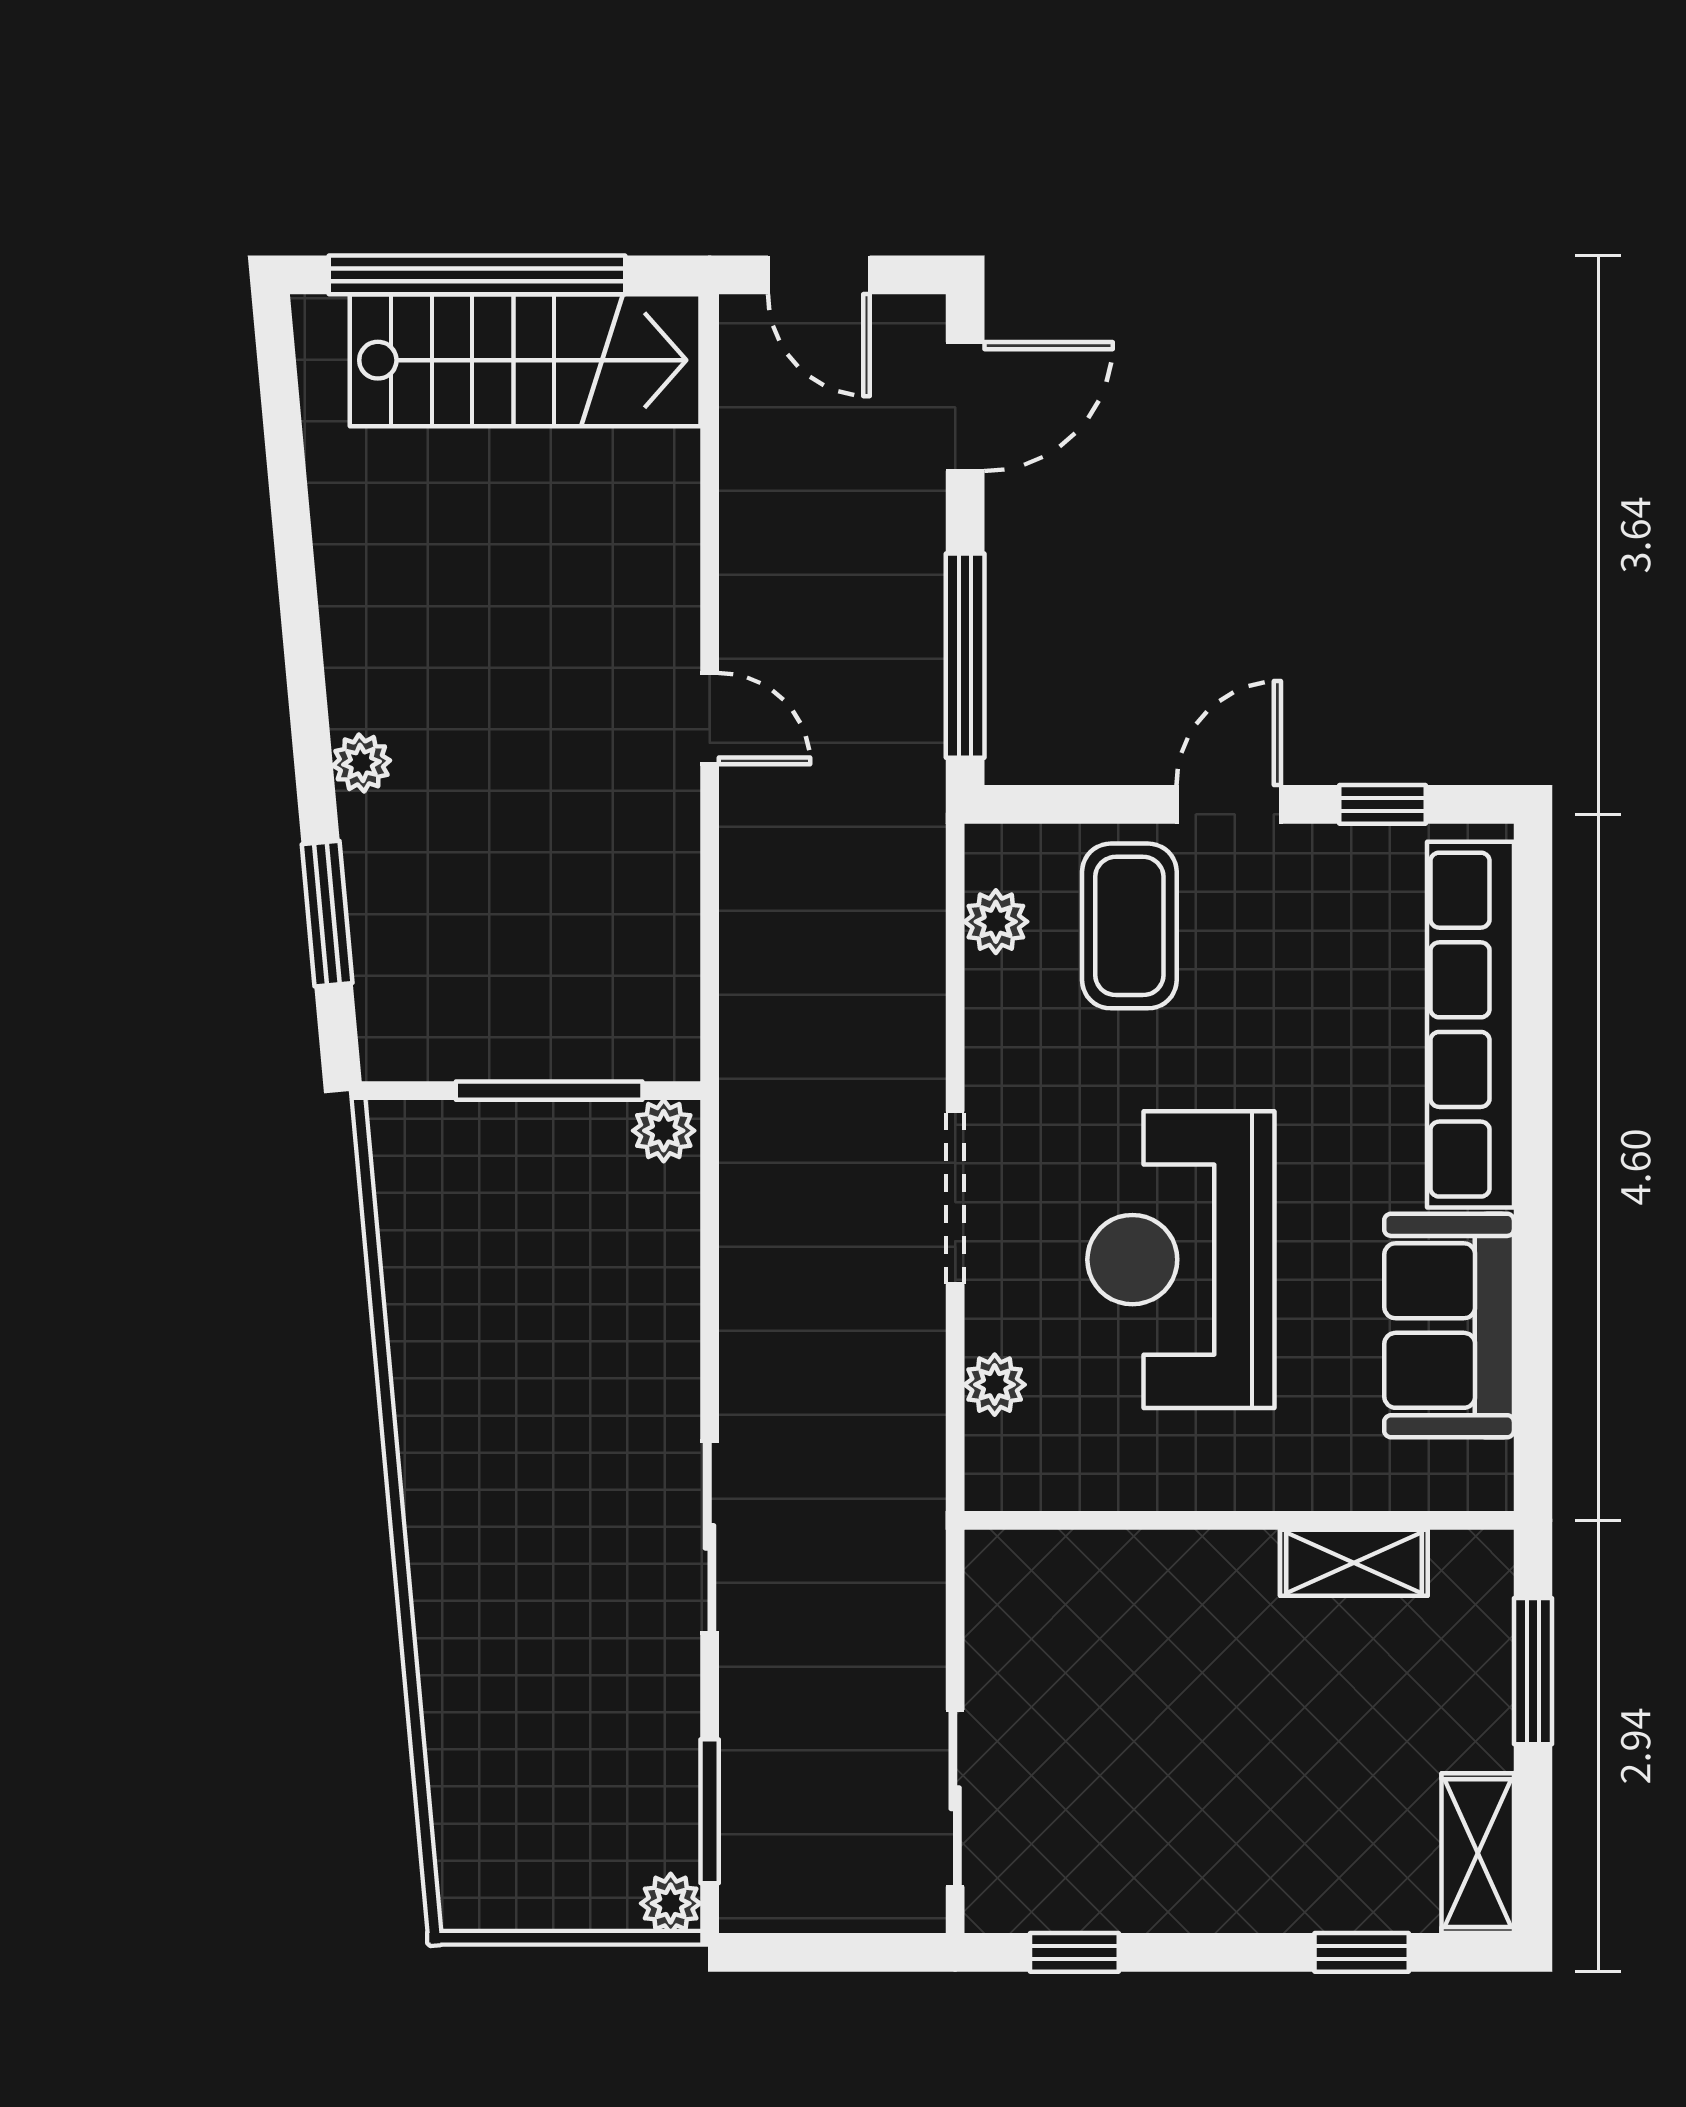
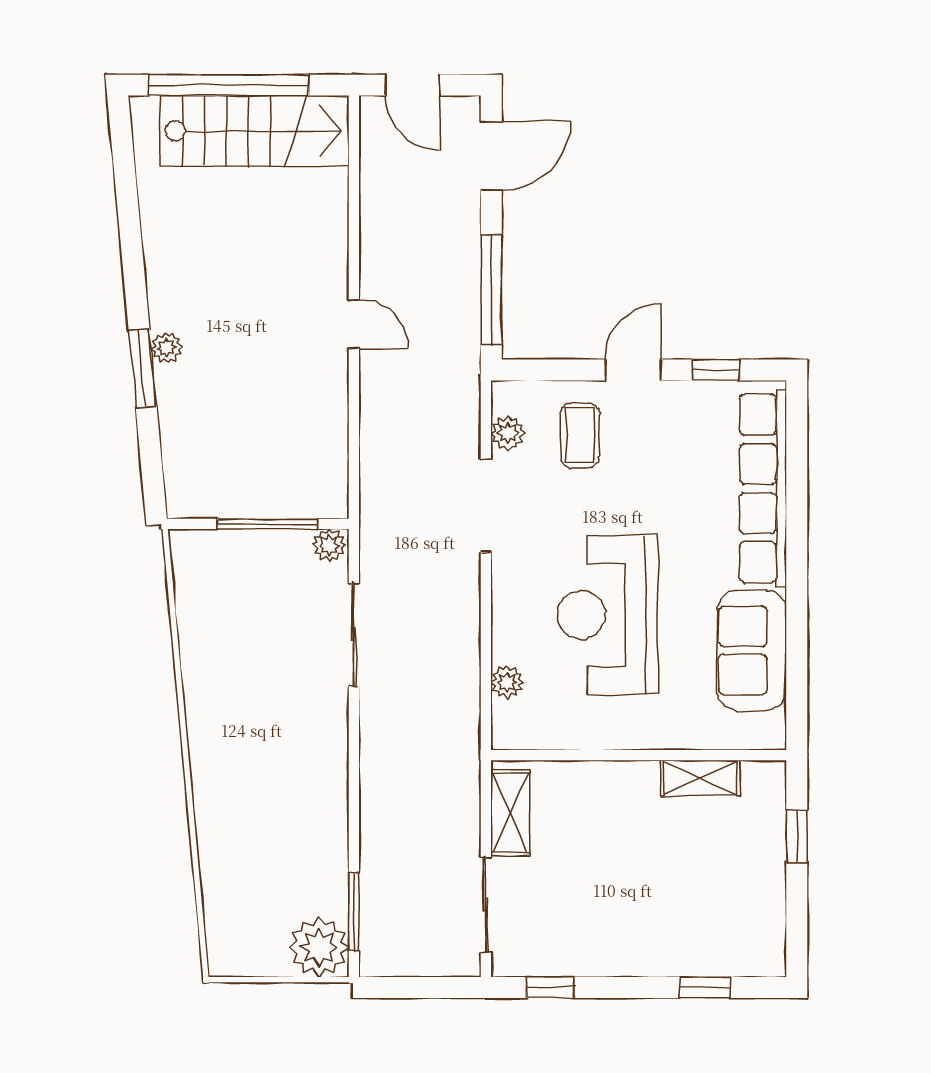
window: (327, 914) -> (143, 368), moved
coffee table: (1129, 926) -> (580, 435), width x0.73, depth x0.77
doorway: (955, 1198) -> (486, 506), moved
sliding door: (710, 1537) -> (354, 634), moved
window: (1533, 1671) -> (797, 836), width x0.67
shelving: (1478, 1853) -> (510, 813), moved
plant: (671, 1903) -> (319, 947), width x1.88, depth x1.88

